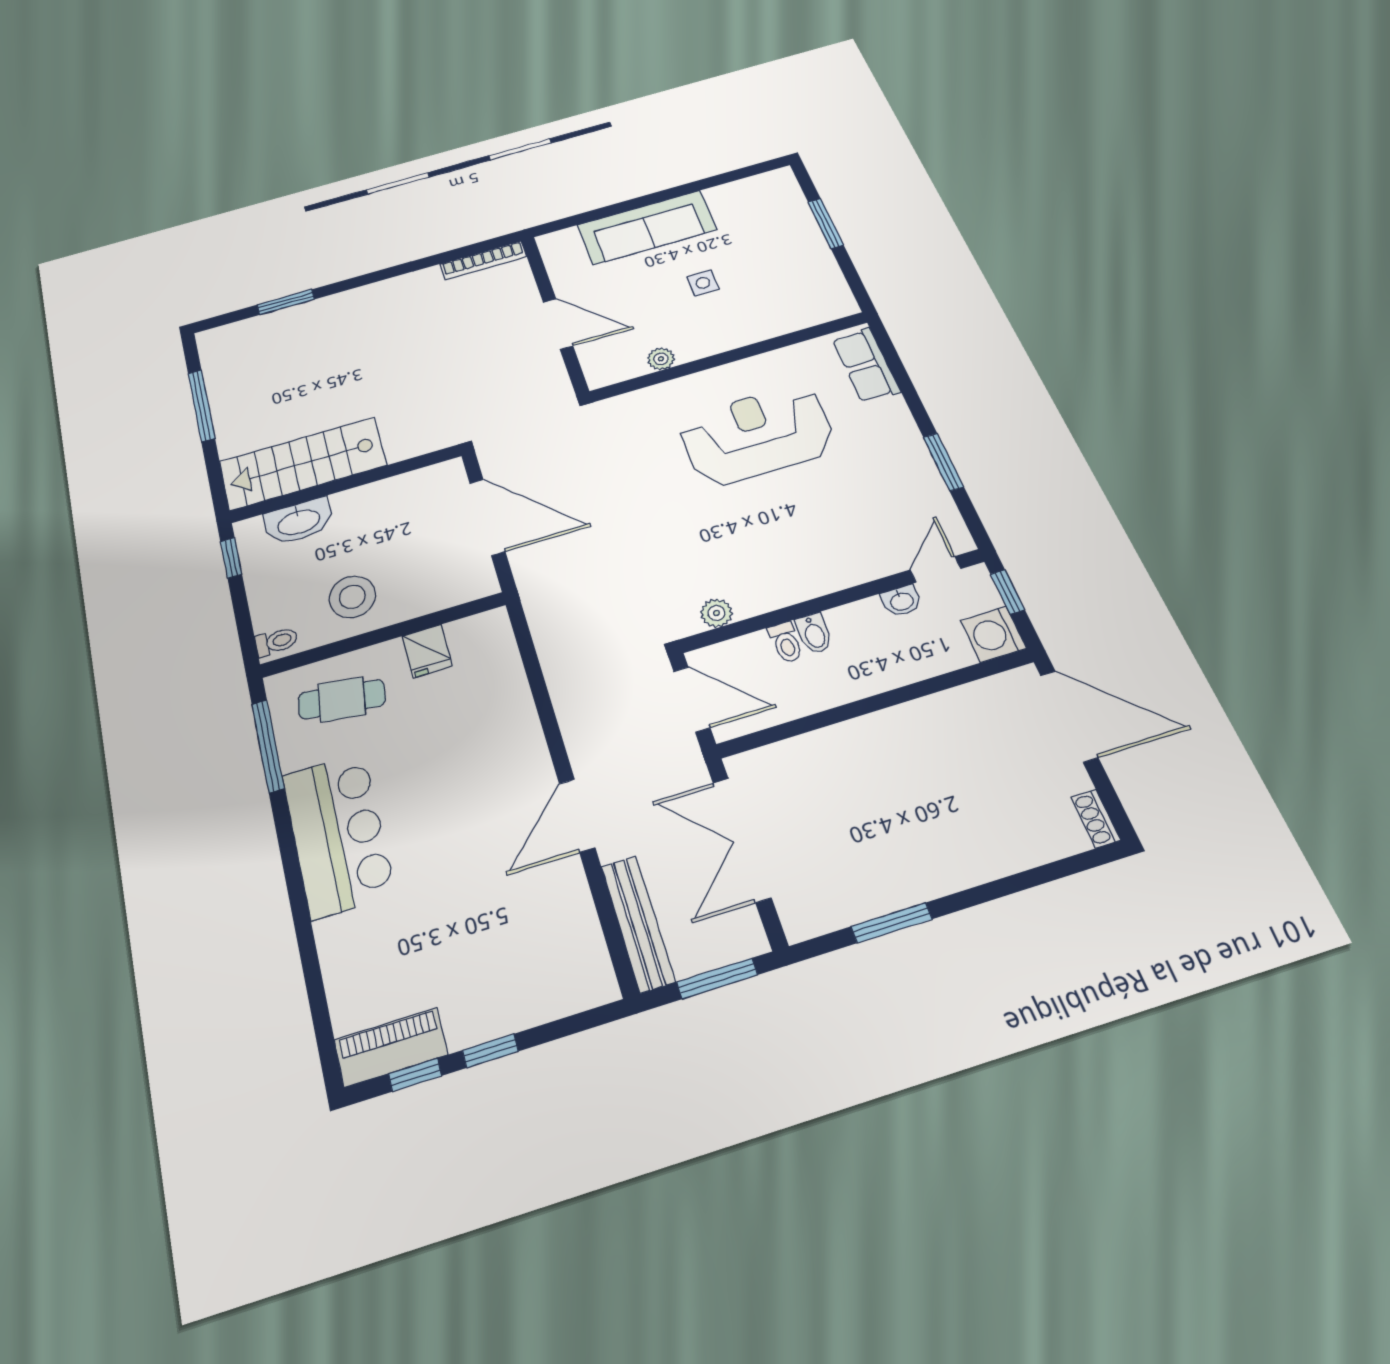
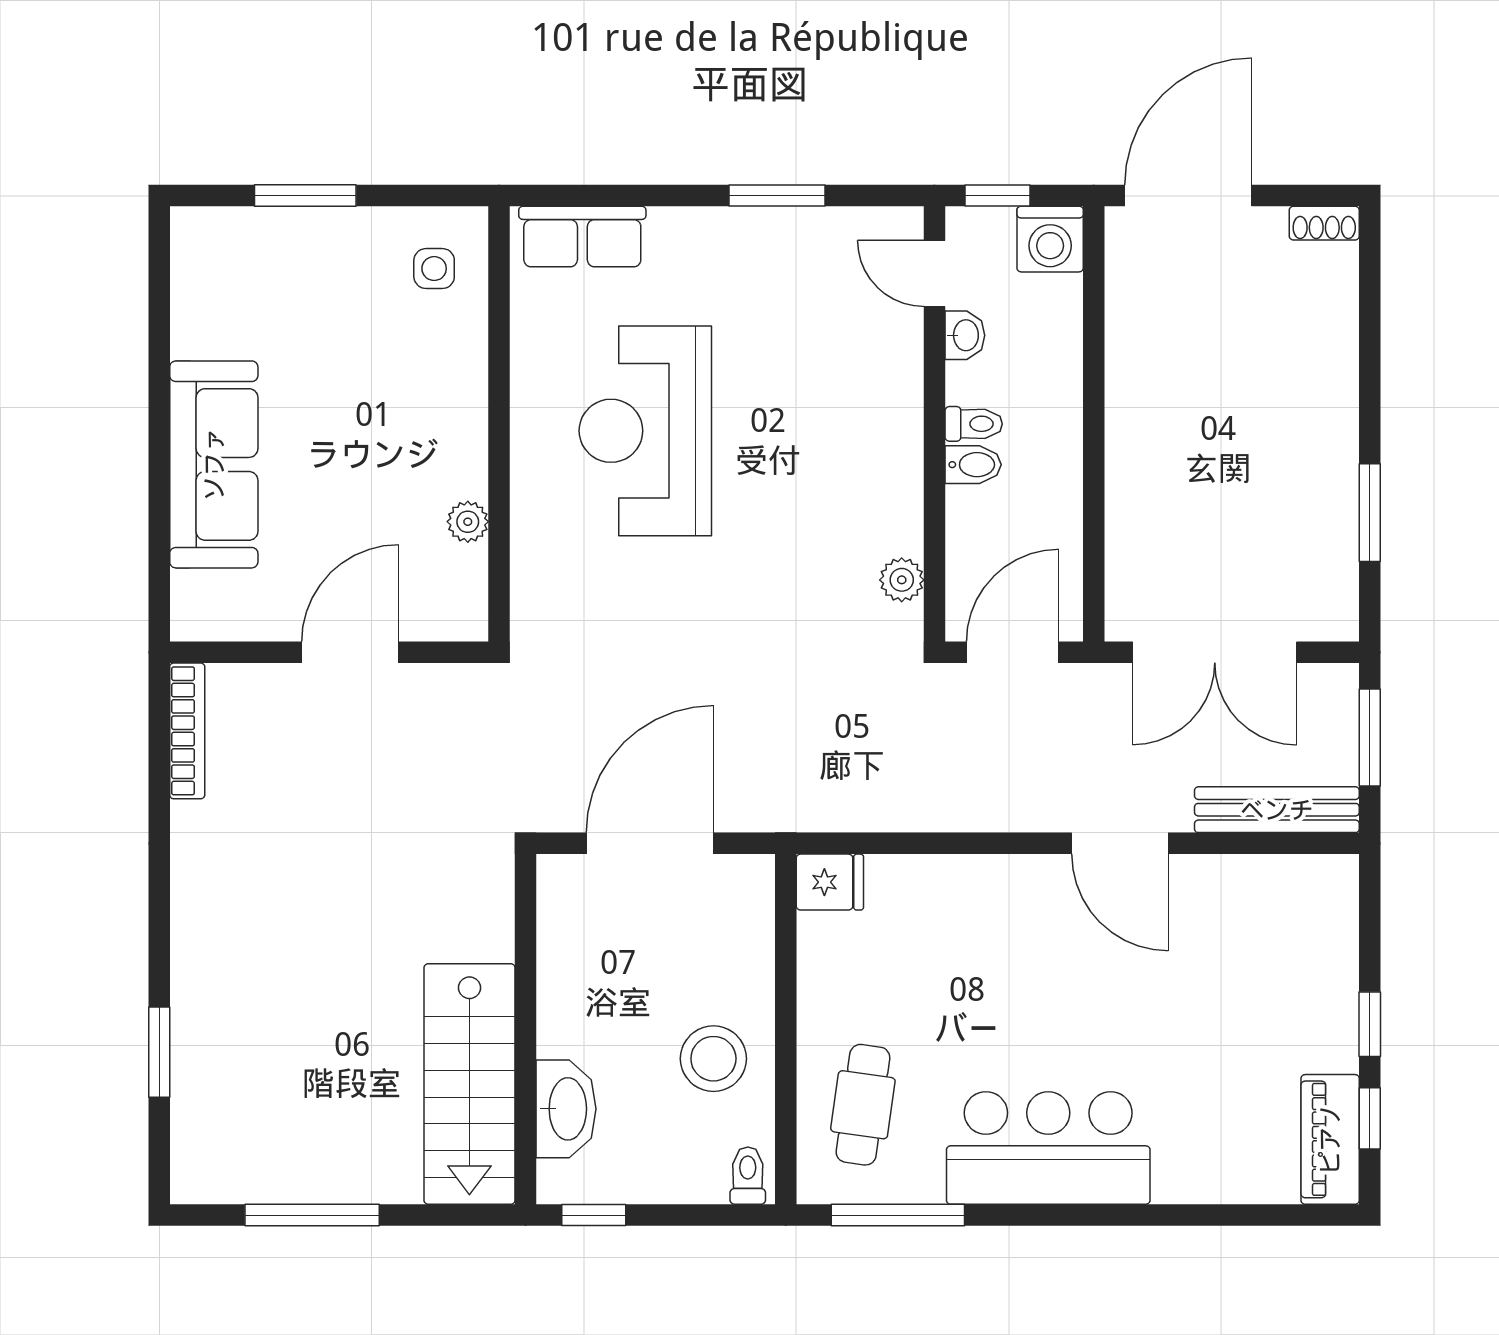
side table: (703, 283) -> (434, 269), moved
toilet: (786, 642) -> (974, 424), moved
fridge: (427, 651) -> (830, 882), moved

